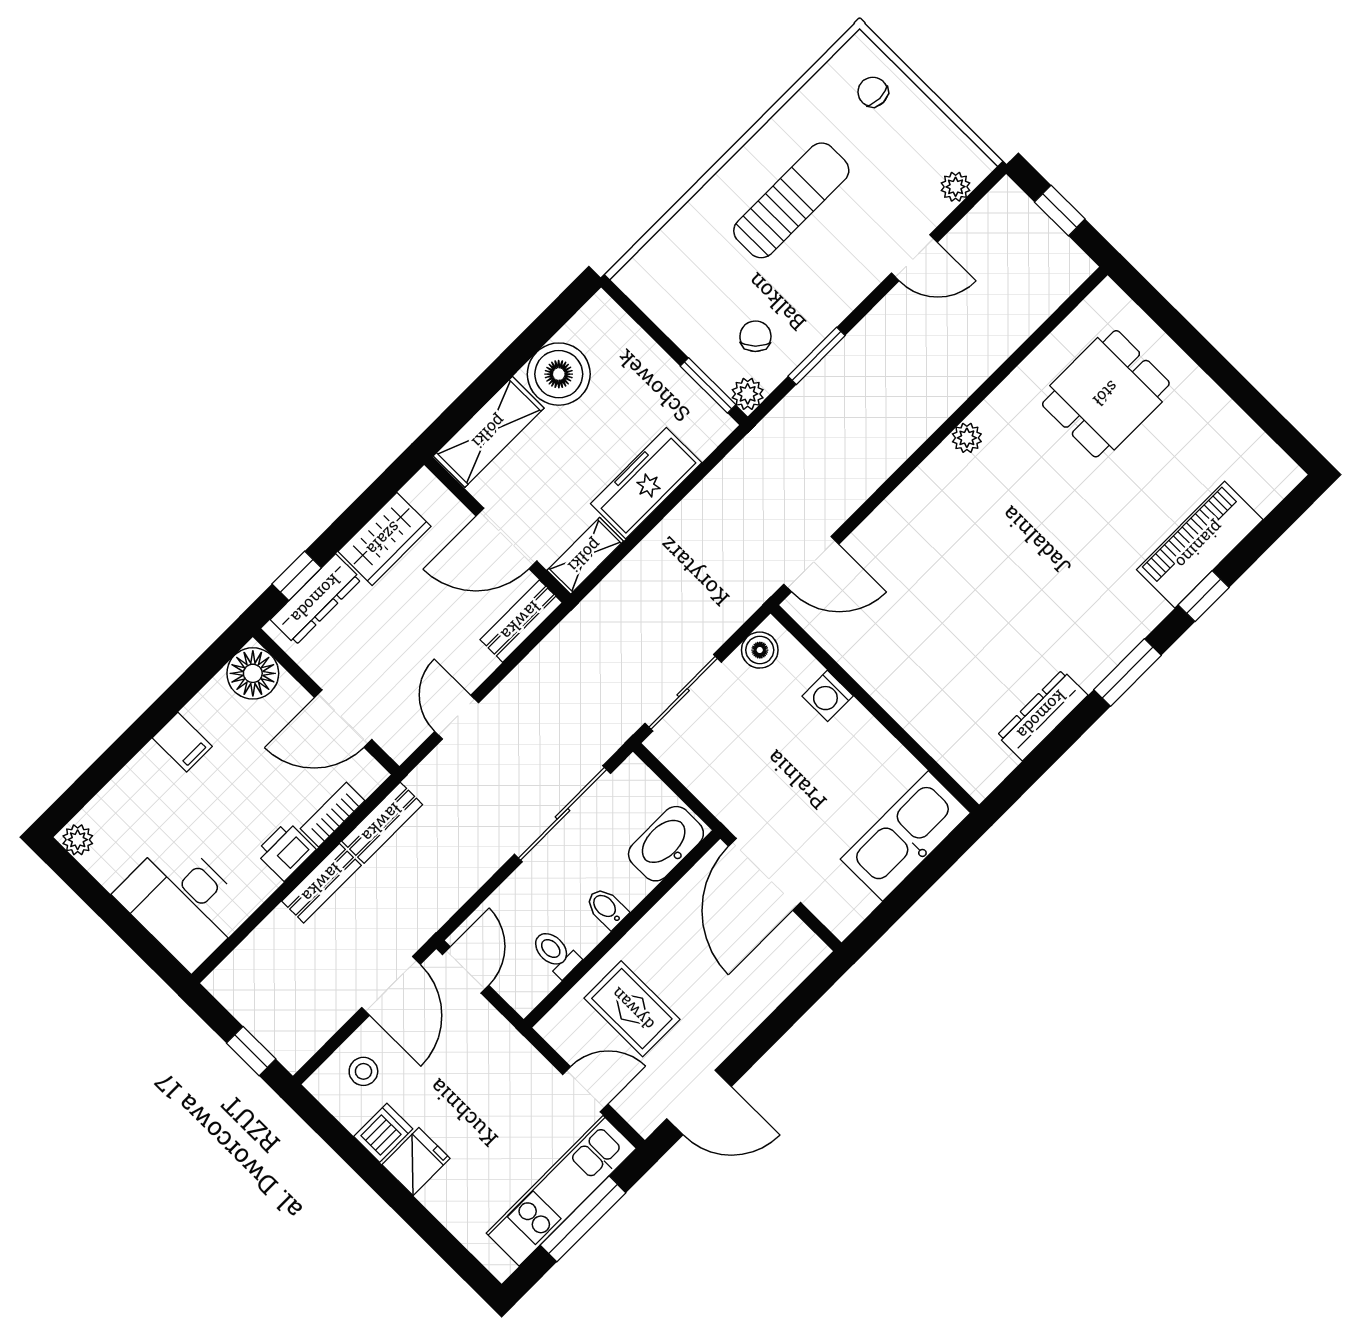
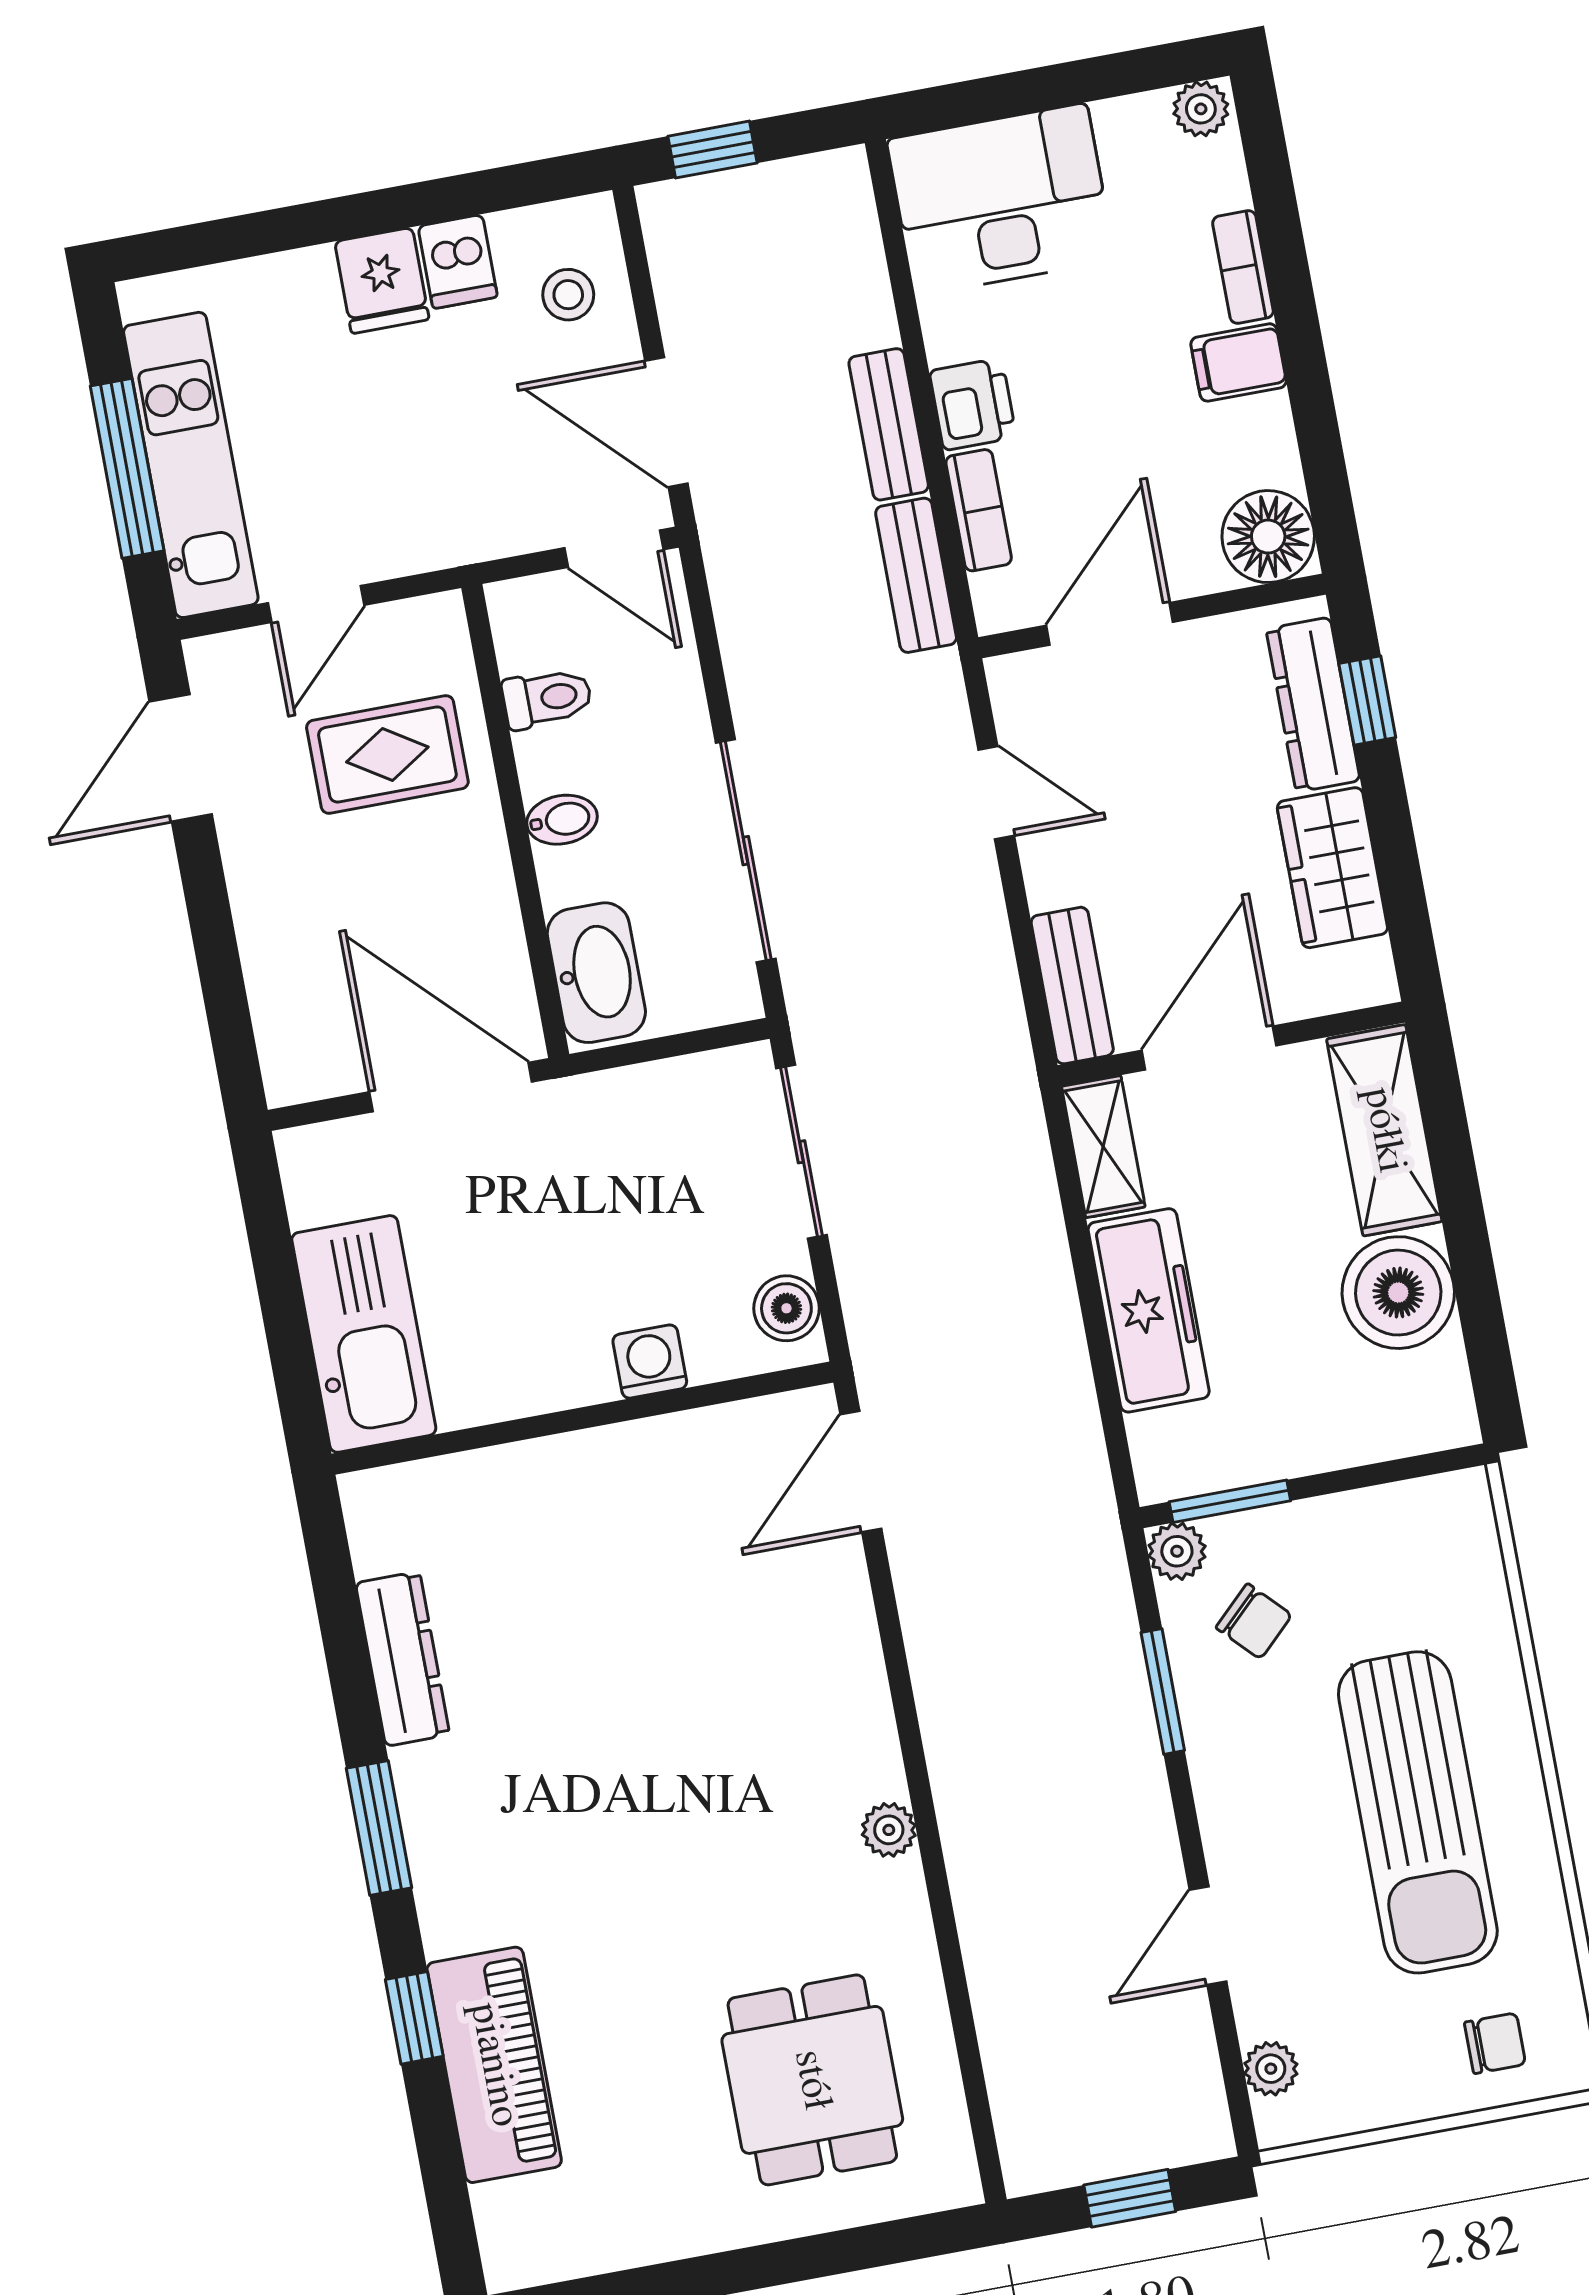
sun lounger: (791, 200) -> (1418, 1812), width x1.36, depth x1.34
bookcase: (137, 770) -> (1243, 267), added

